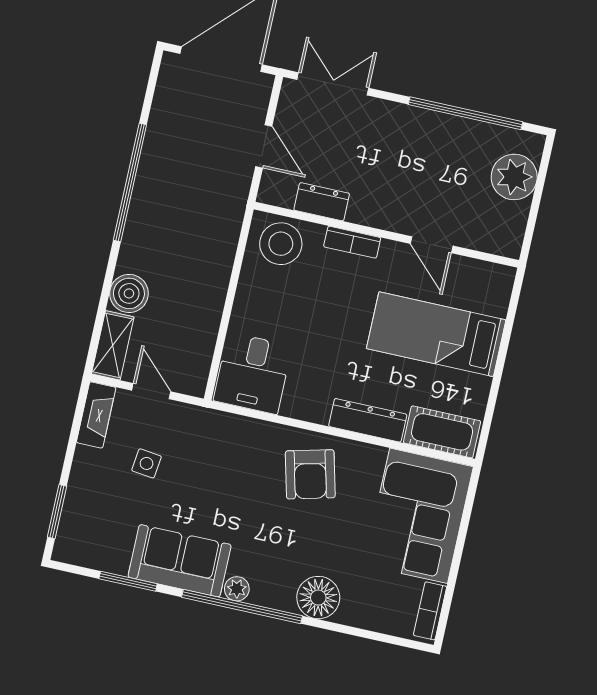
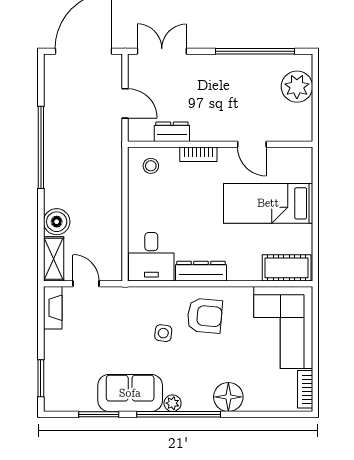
stool: (281, 244) -> (151, 166), width x0.53, depth x0.53
dresser: (368, 420) -> (201, 271), moved
side table: (147, 463) -> (163, 333), moved
armchair: (310, 474) -> (205, 316), turned -71

